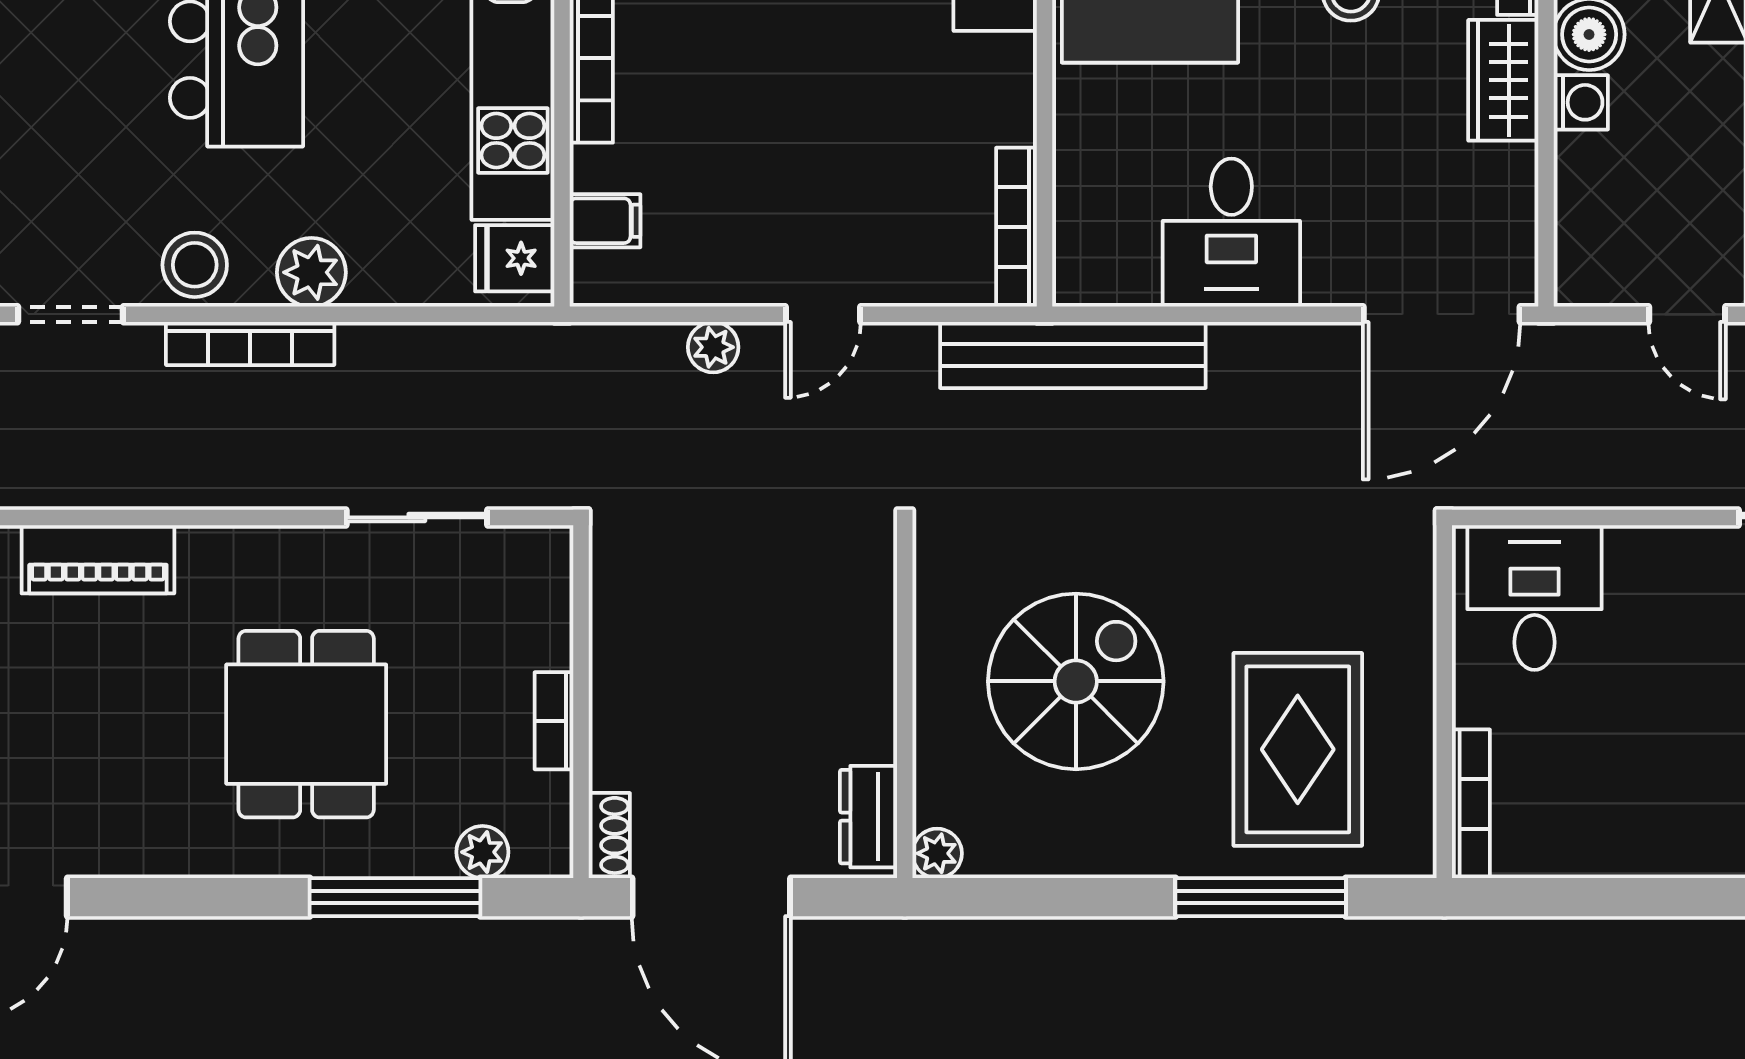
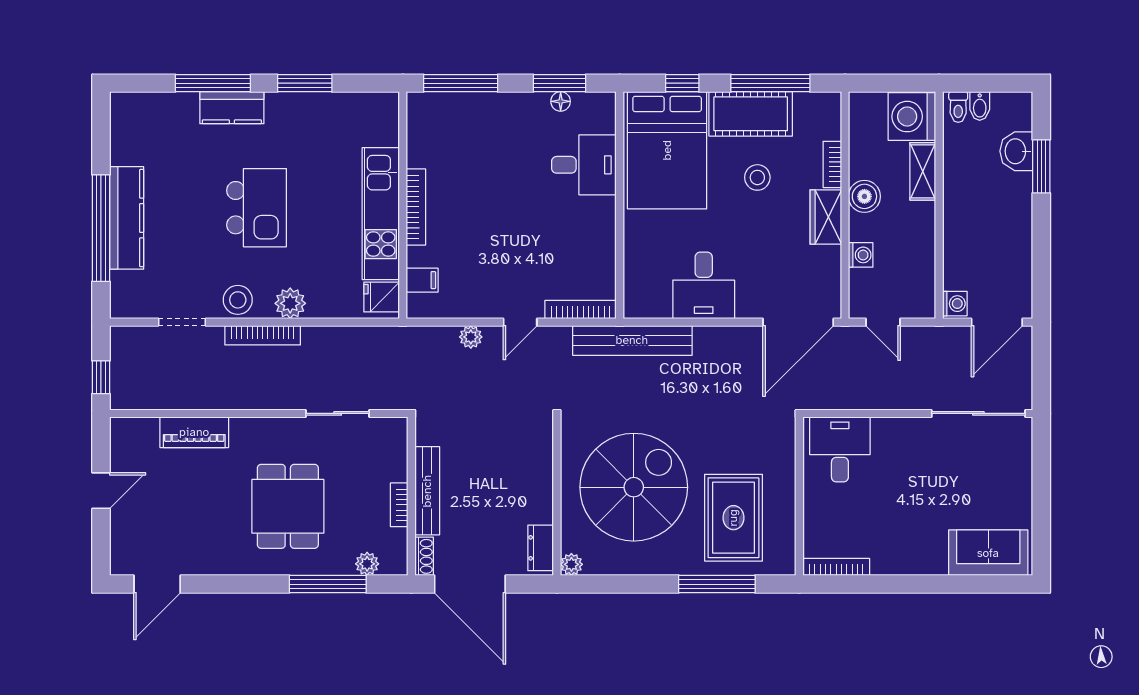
washing machine: (1581, 102) -> (861, 255), moved
bookcase: (1016, 227) -> (580, 310), moved, turned 90
door: (1687, 314) -> (883, 322), moved
spiral stairs: (1076, 681) -> (634, 487), width x1.37, depth x1.37
bench: (616, 689) -> (427, 491), added
bookcase: (1471, 804) -> (836, 567), moved, turned -90

